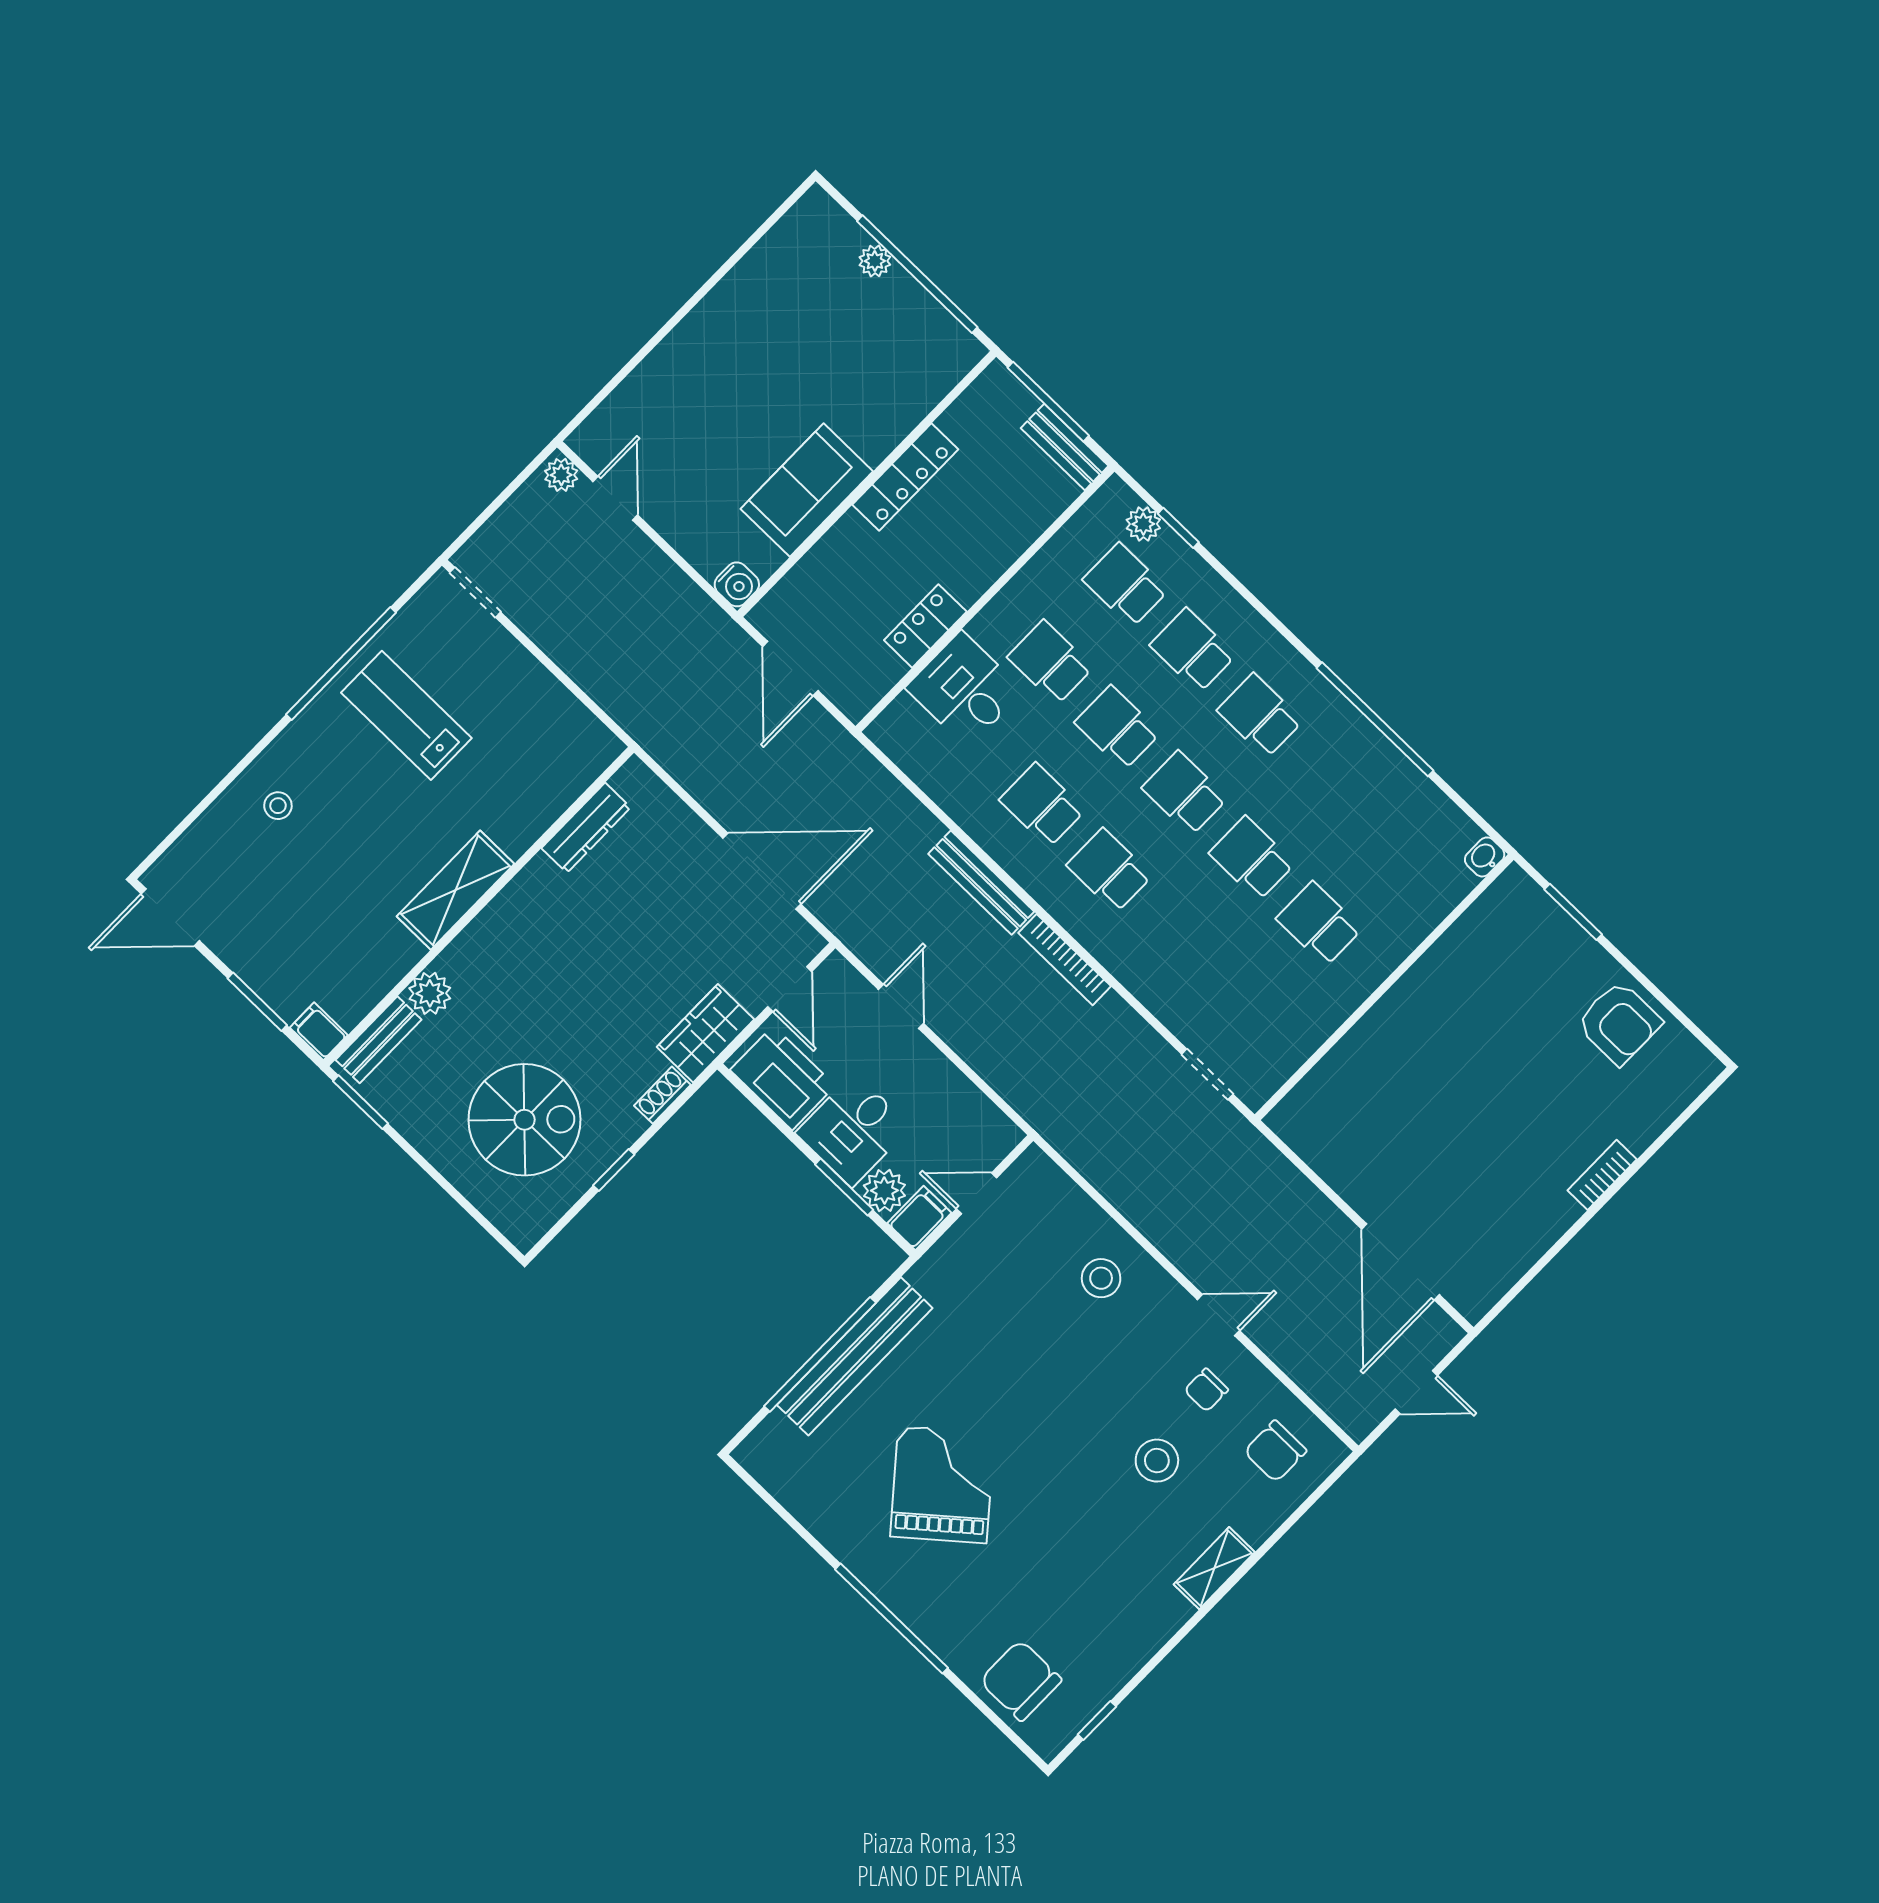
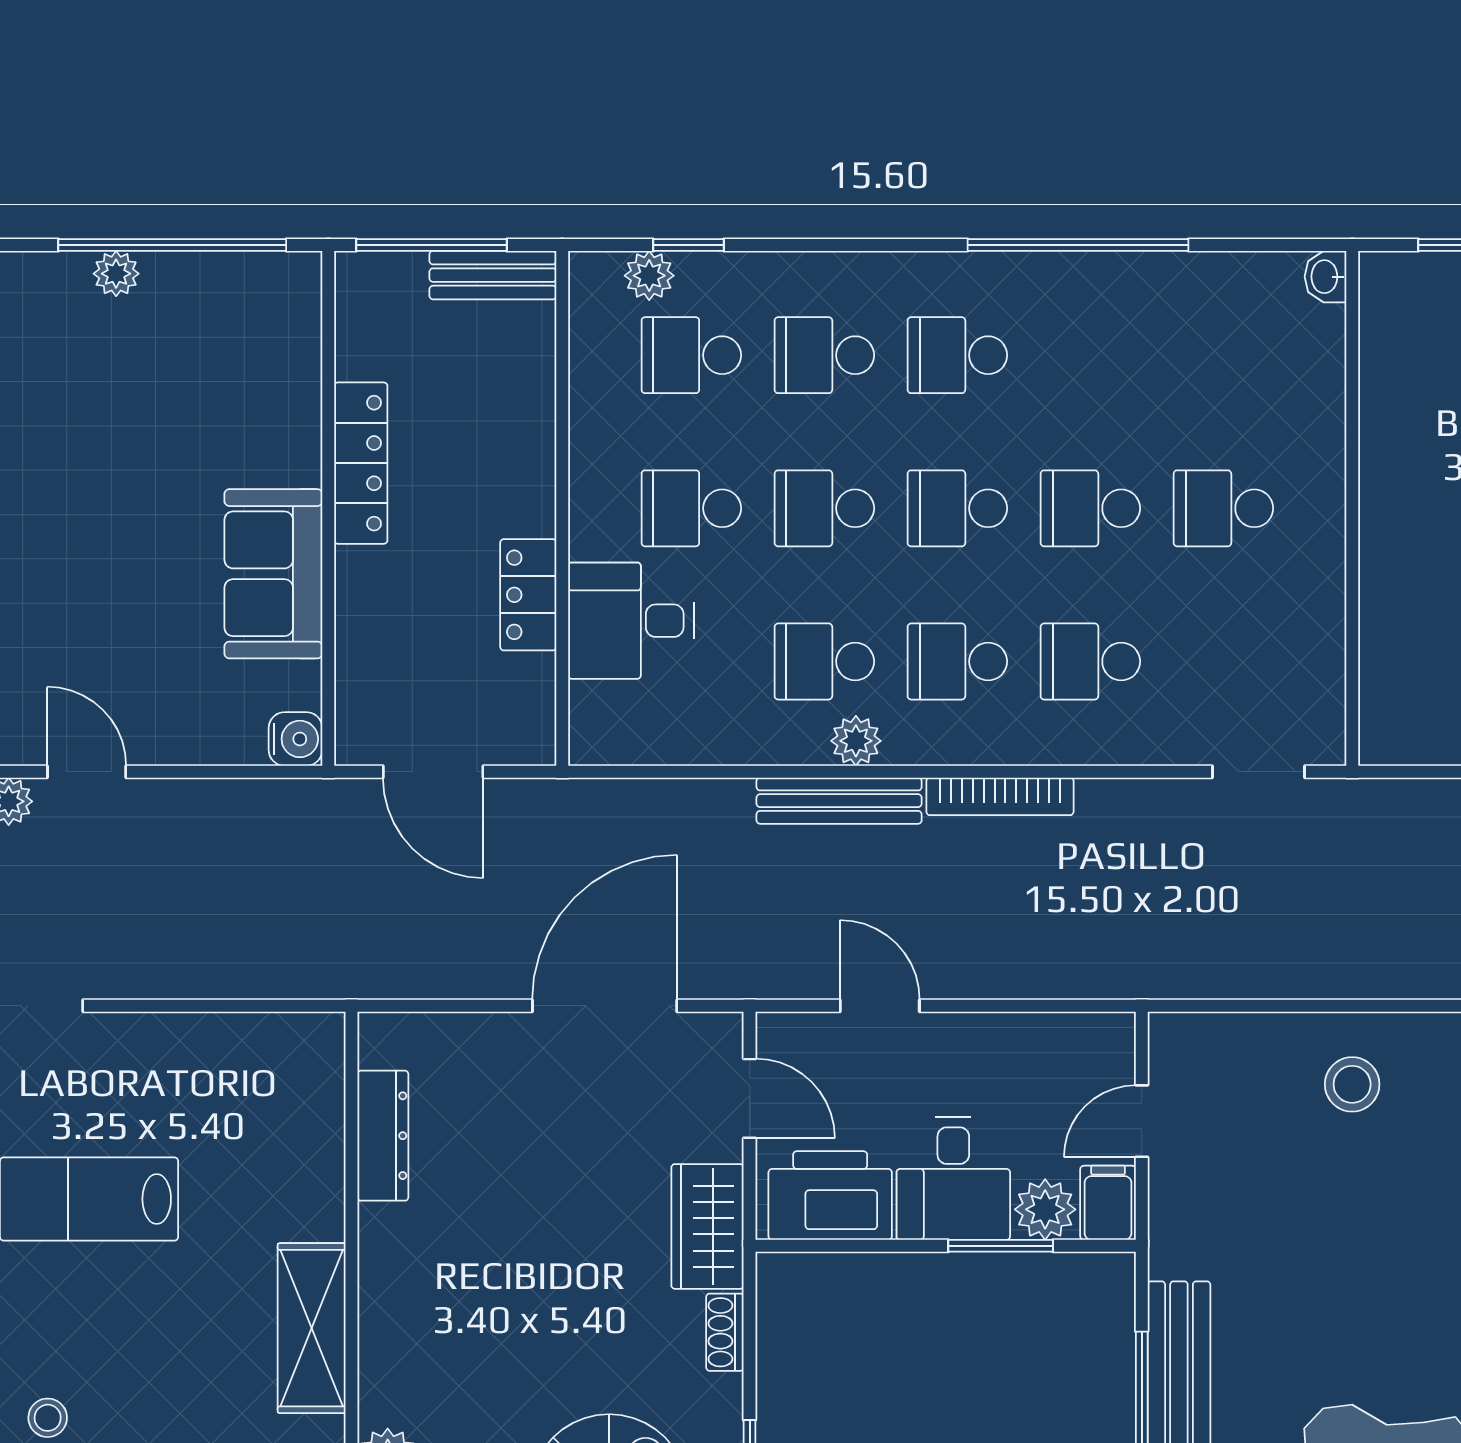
plant: (1019, 861) -> (856, 741), added
school desk: (1177, 936) -> (1090, 661), added

